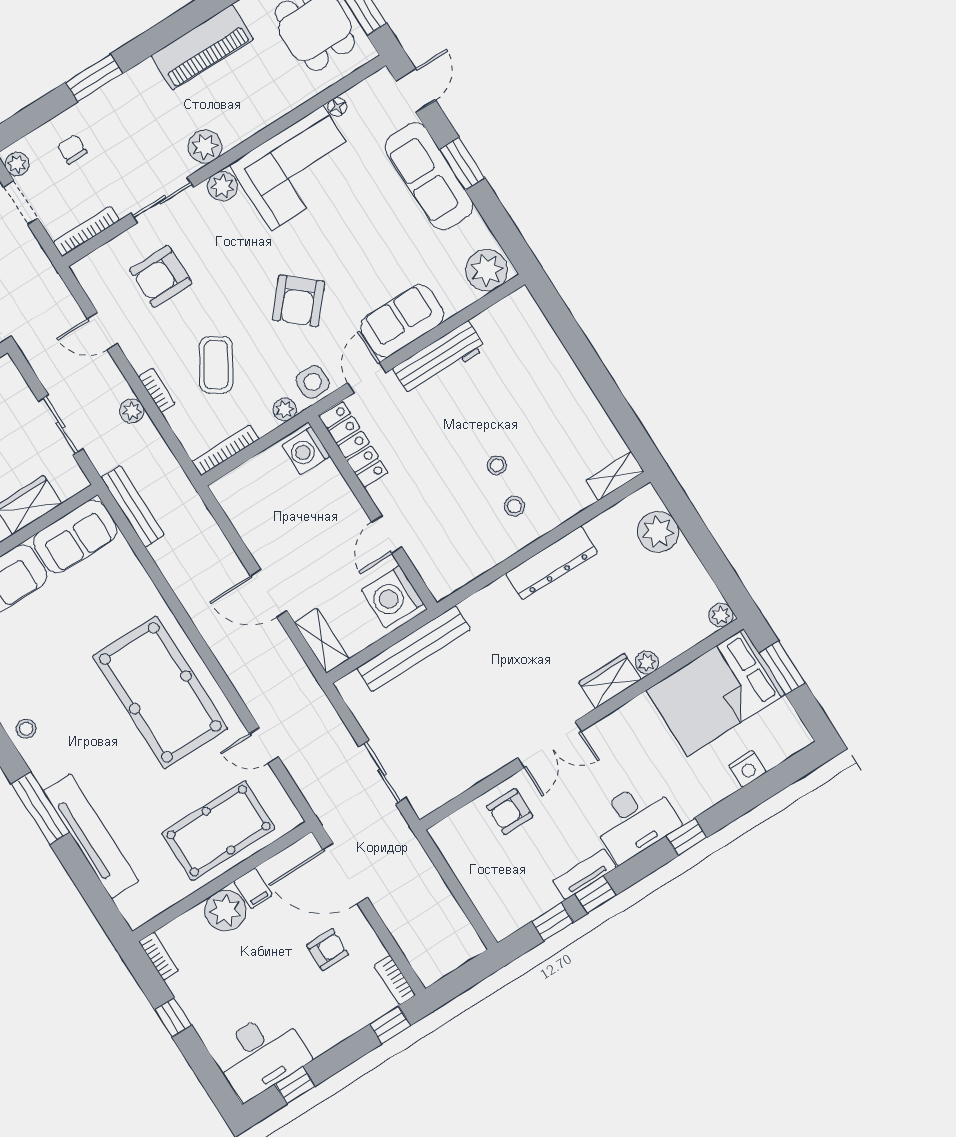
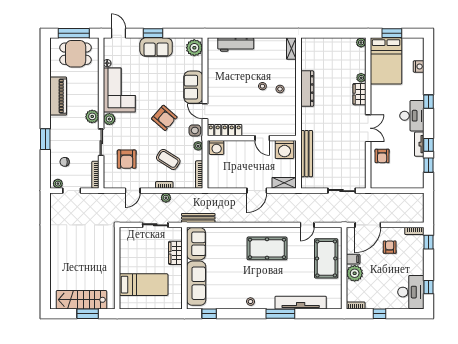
sofa: (429, 176) -> (156, 47), width x0.73
workbench: (439, 359) -> (236, 44), moved, turned 90
plant: (658, 532) -> (319, 46), removed
pool table: (160, 692) -> (267, 248), width x0.73, depth x0.76

